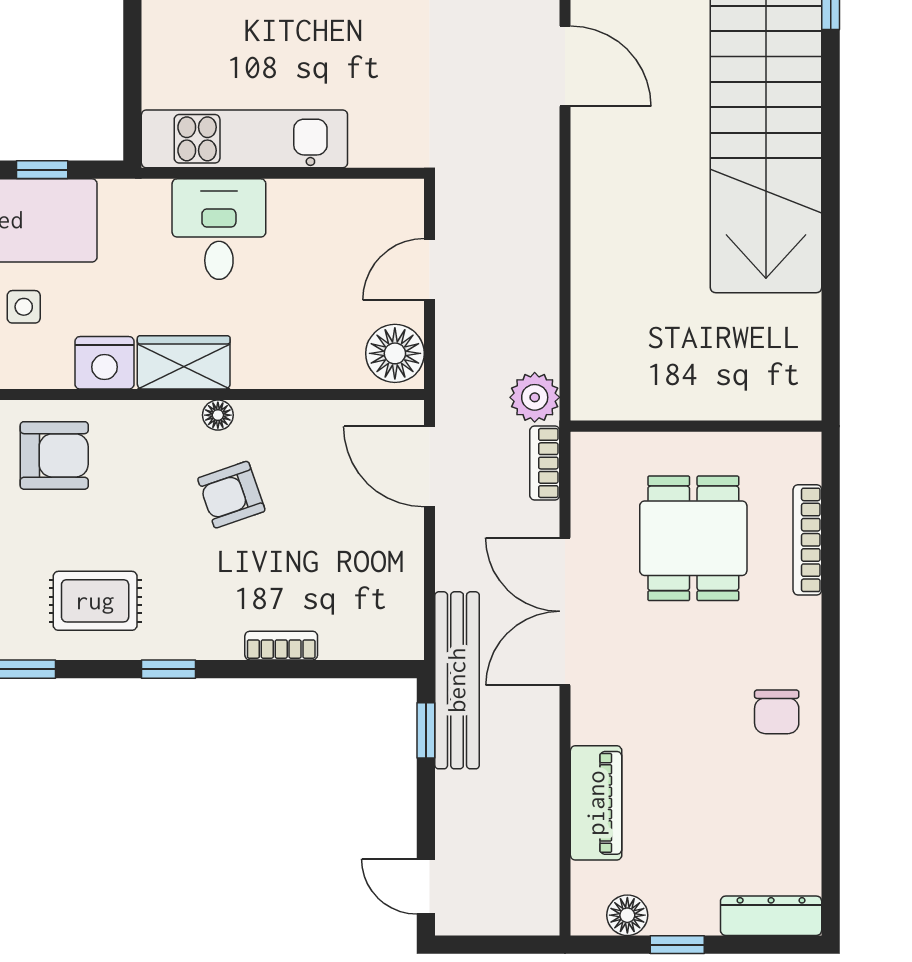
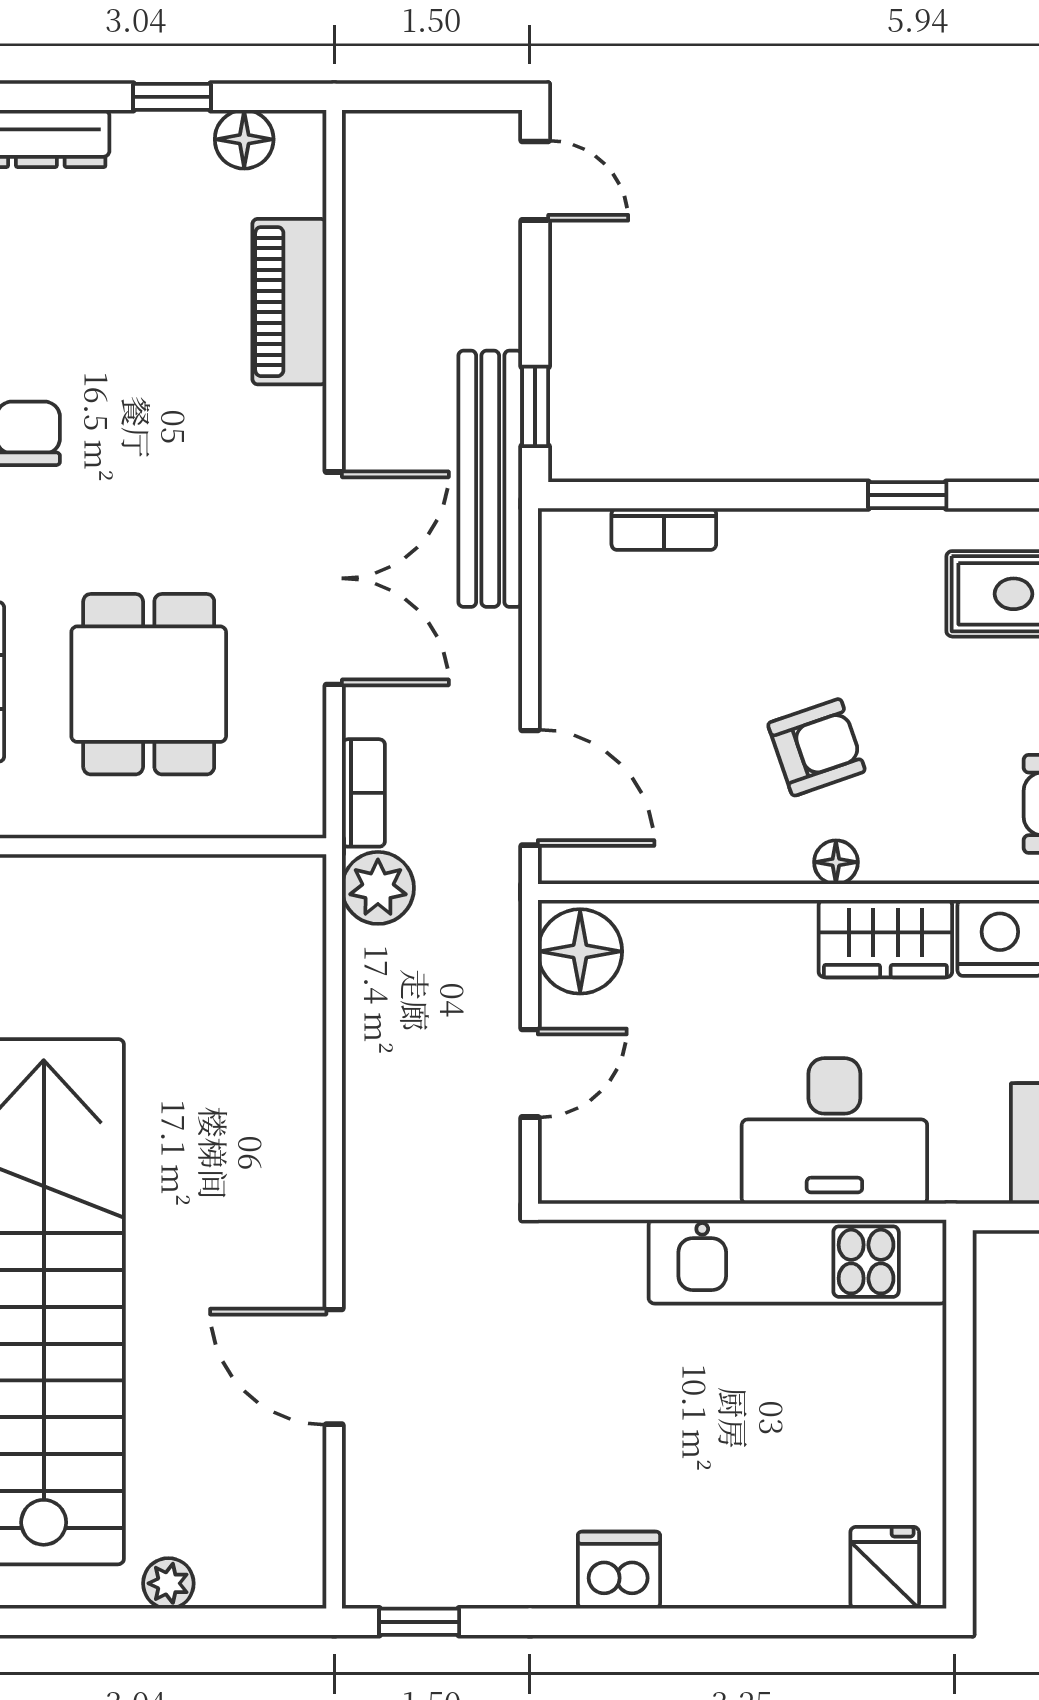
desk: (219, 229) -> (834, 1131), width x1.37
bookcase: (281, 646) -> (664, 529), moved

